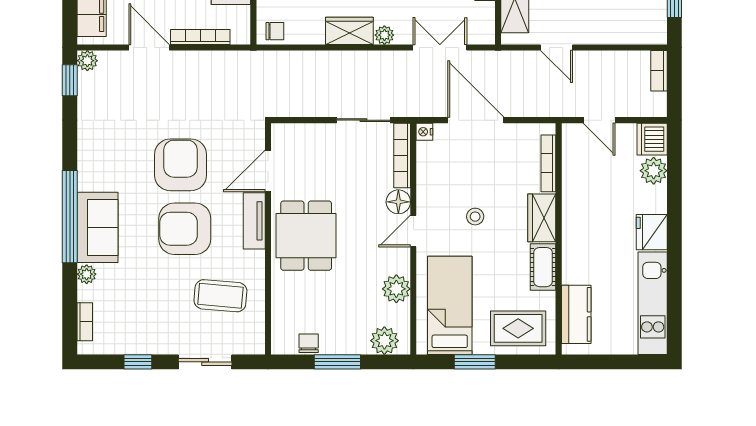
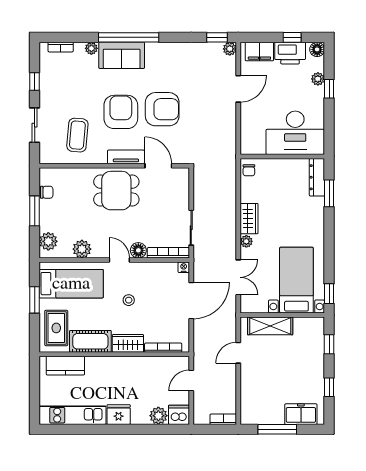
bookcase: (200, 37) -> (245, 122), removed
cot: (543, 267) -> (90, 341), width x1.37, depth x1.34

